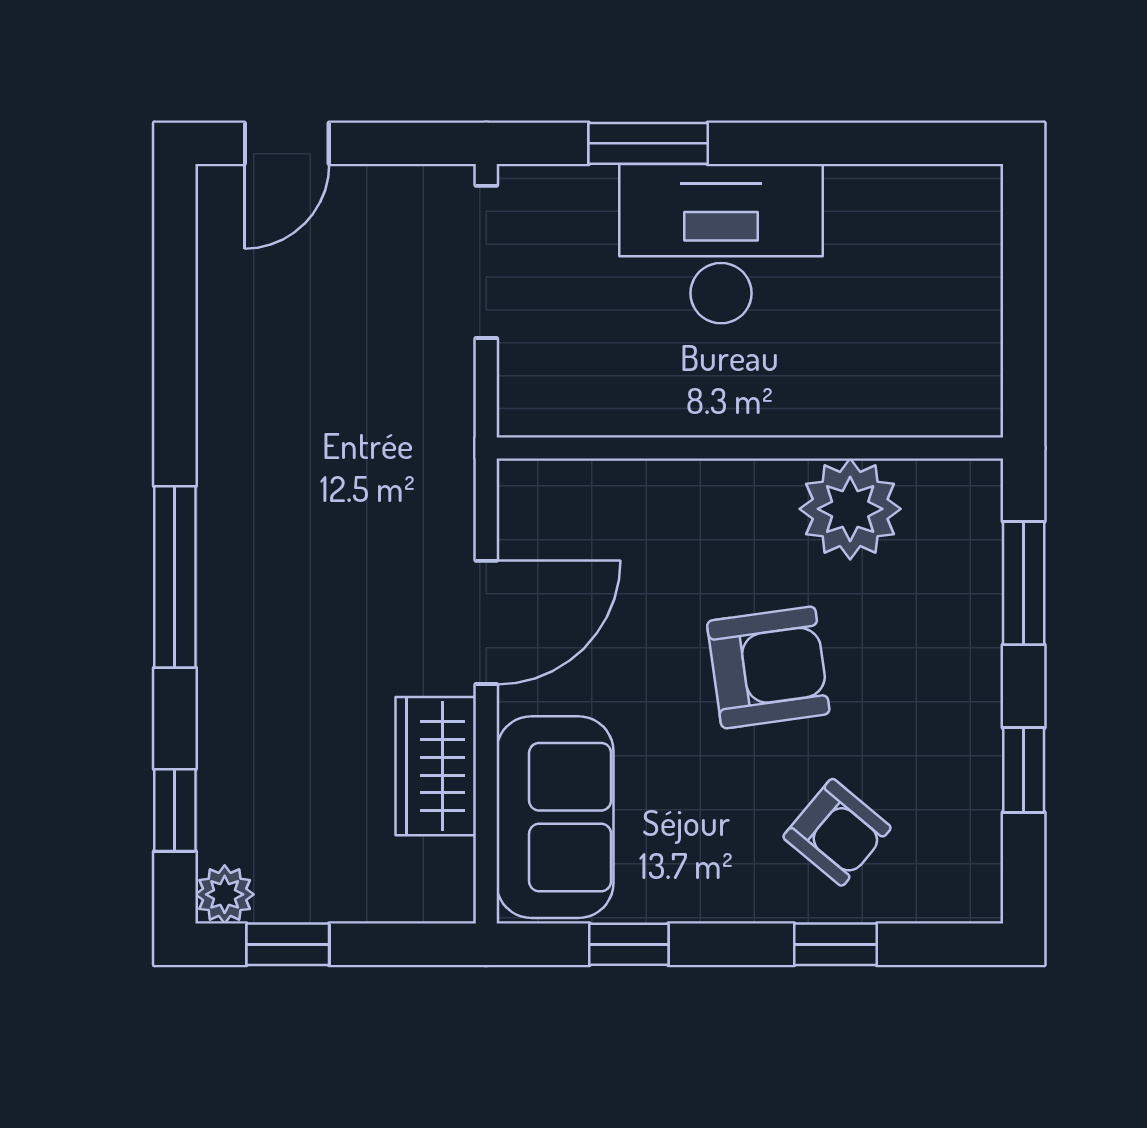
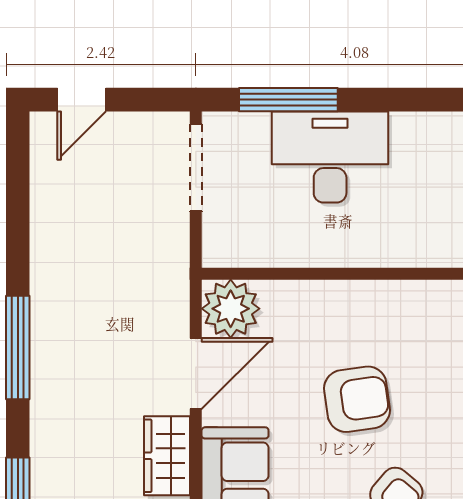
window: (648, 143) -> (288, 100), width x1.44
plant: (850, 509) -> (231, 309), moved

